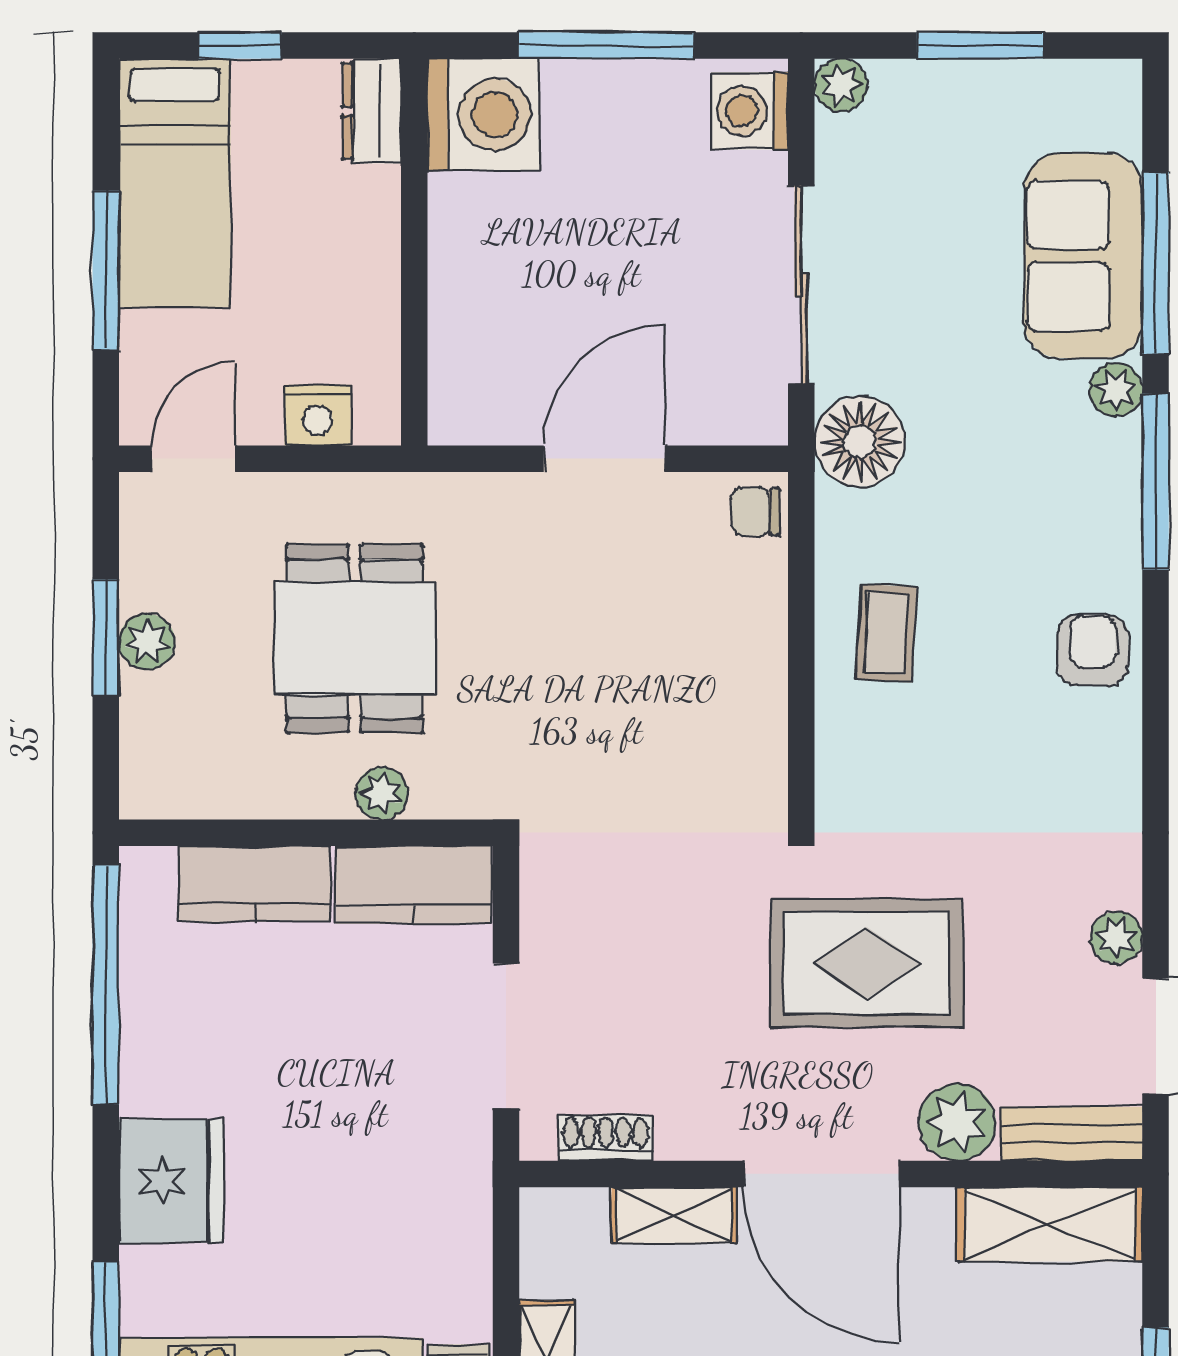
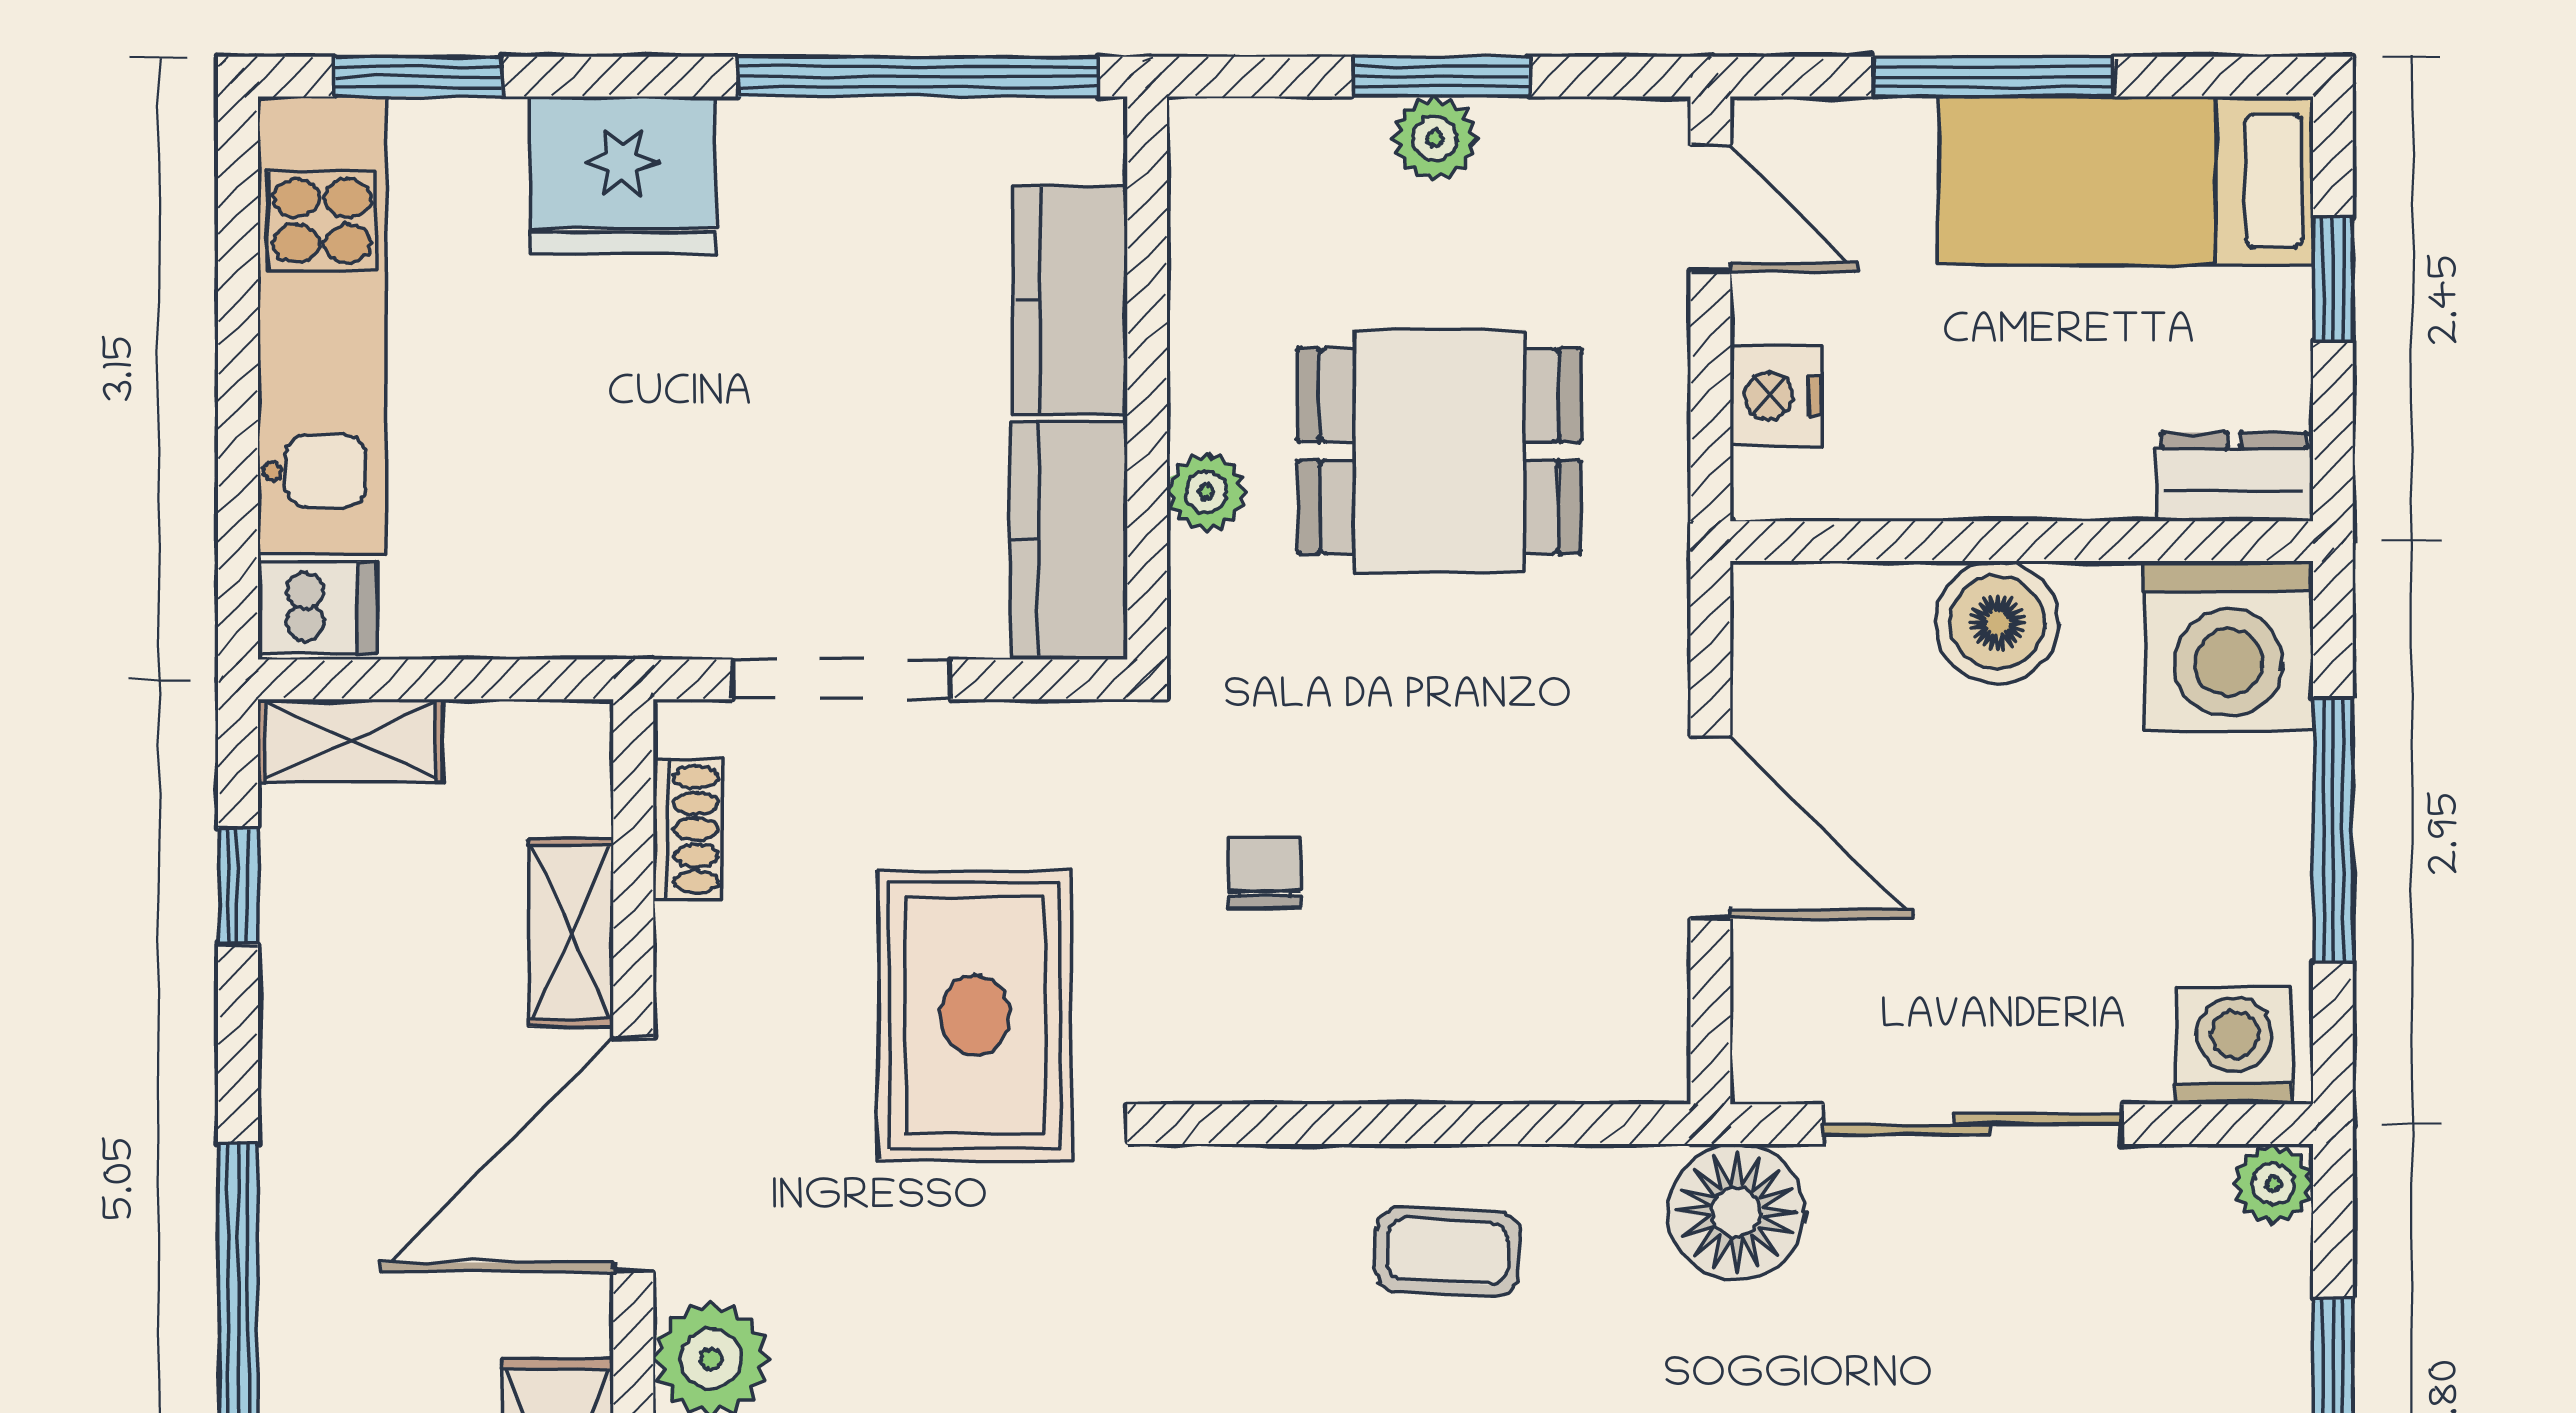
boiler: (468, 268) -> (1997, 622), added
chair: (755, 512) -> (1265, 872), moved
rug: (867, 963) -> (975, 1015), moved

